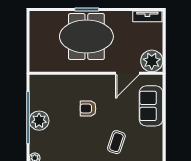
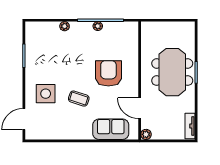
plant: (152, 61) -> (146, 134), width x0.53, depth x0.53
armchair: (88, 109) -> (108, 73), width x1.88, depth x1.88
plant: (39, 121) -> (98, 26), width x0.53, depth x0.53

